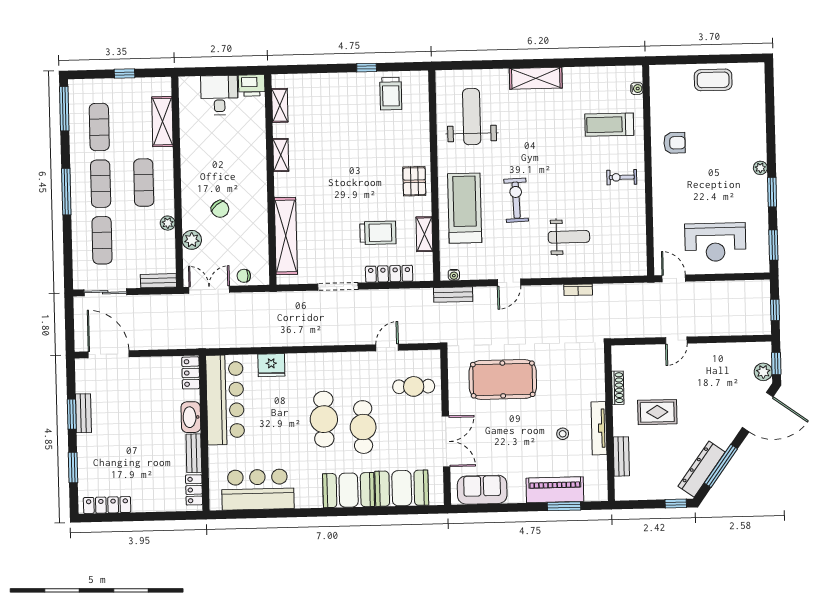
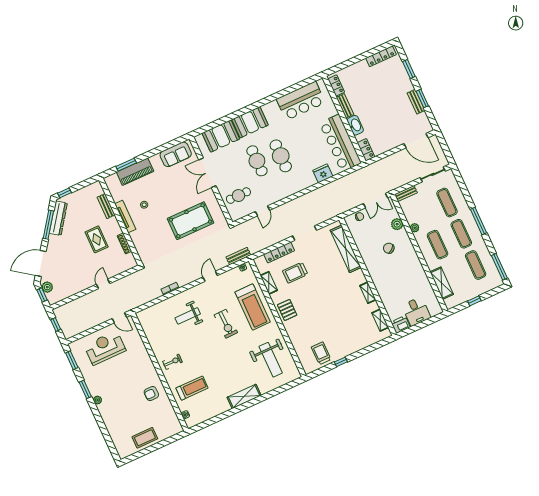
rug: (657, 412) -> (97, 239), turned 90

